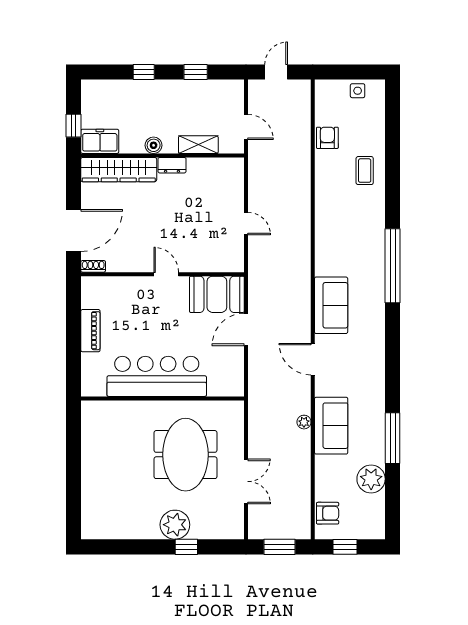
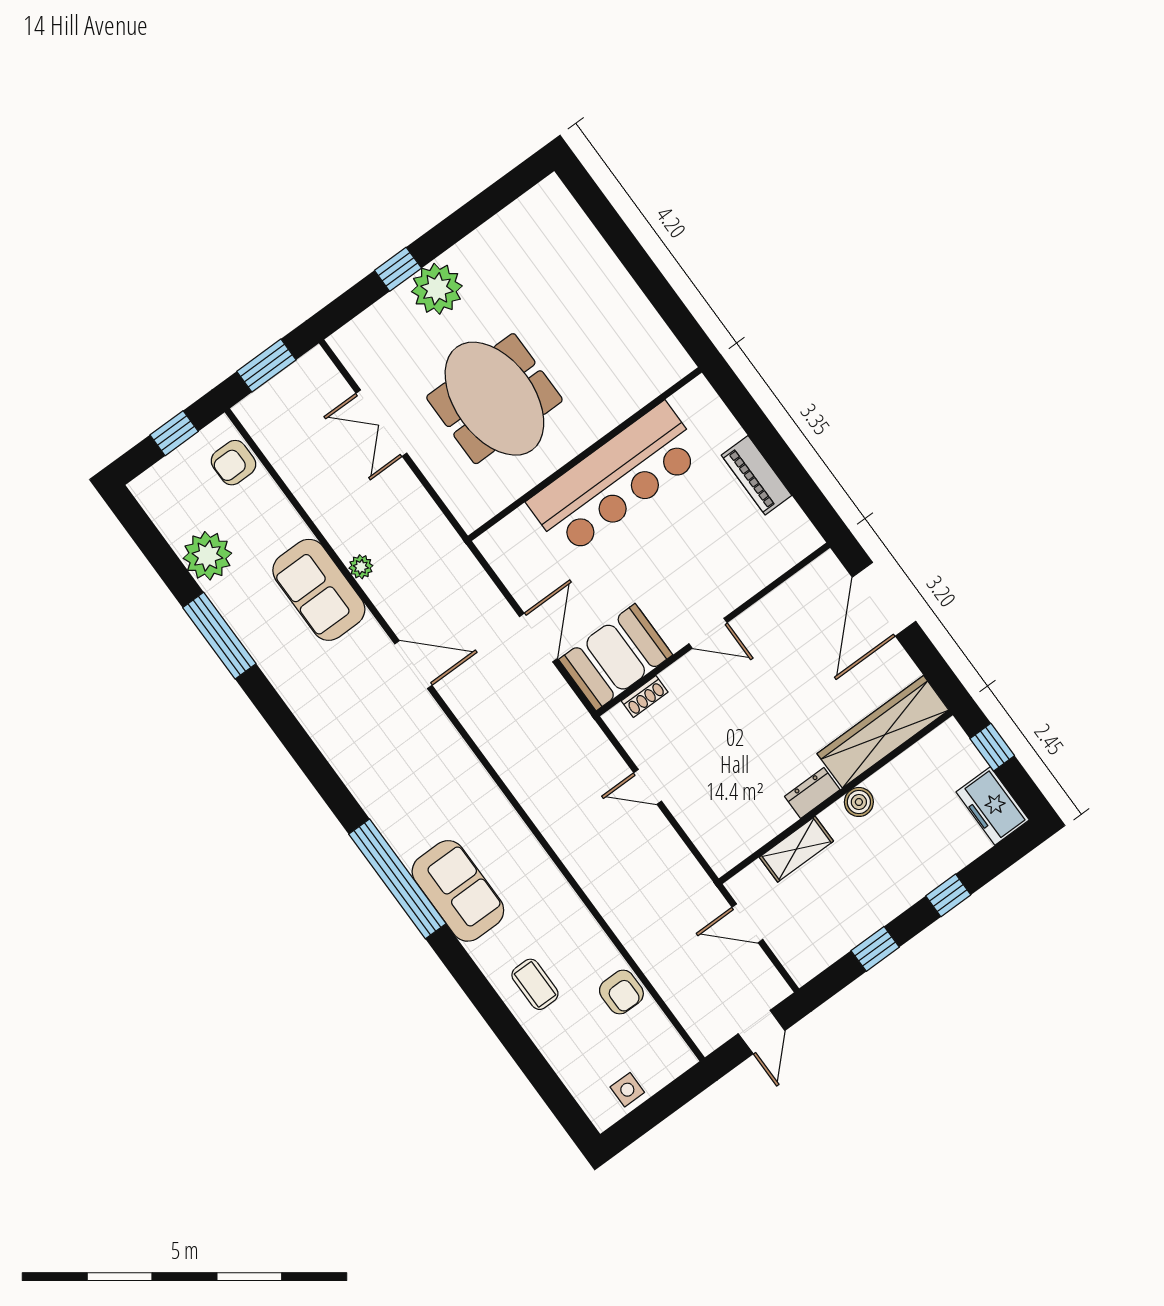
freezer: (100, 141) -> (993, 806), moved, turned 90
shoe rack: (93, 266) -> (645, 697), moved
sofa: (331, 305) -> (458, 891), moved, turned 180

